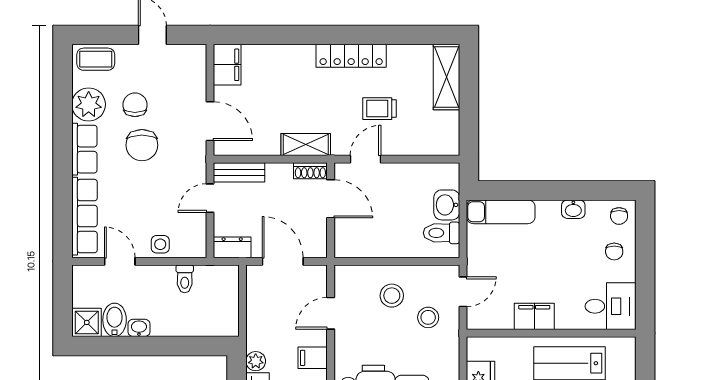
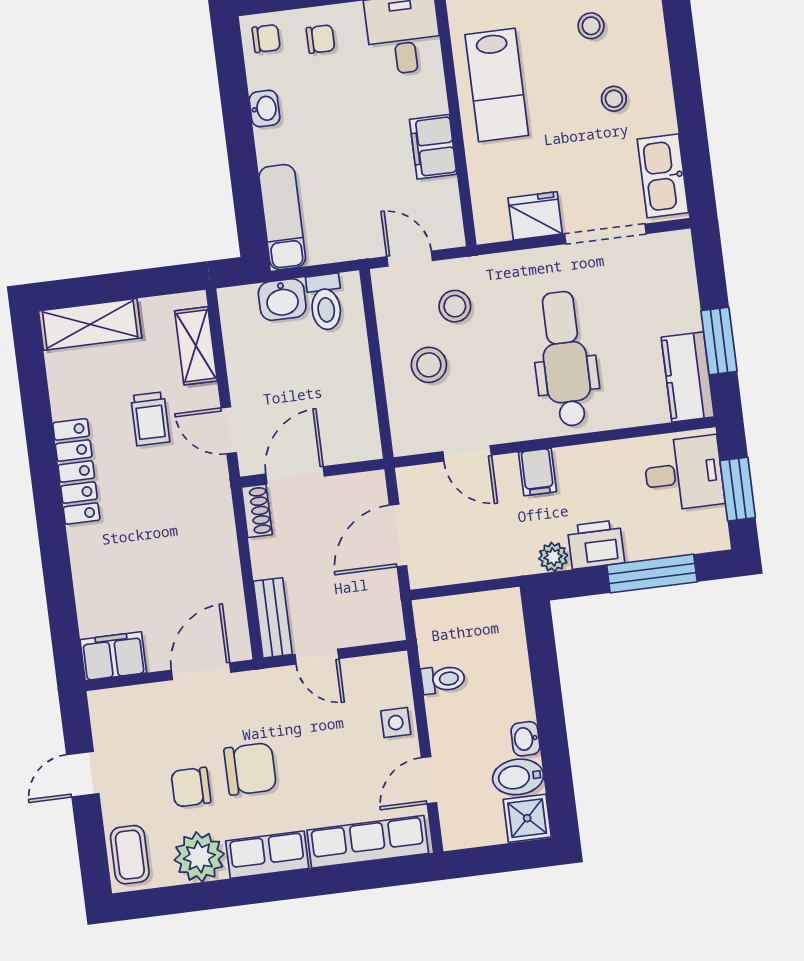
shelving: (306, 145) -> (196, 346), moved
dresser: (232, 247) -> (387, 614), removed

